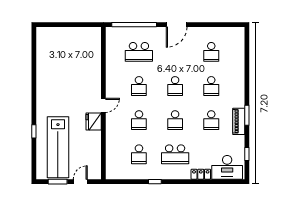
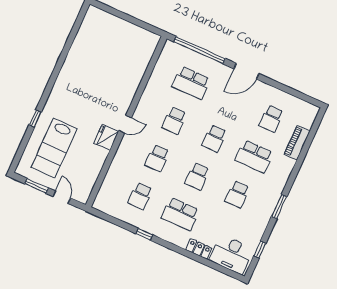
school desk: (211, 86) -> (254, 156), width x1.85
piano: (239, 121) -> (297, 143), moved
lab bench: (58, 147) -> (54, 148), width x0.73
door: (80, 182) -> (62, 197), hinge flipped

